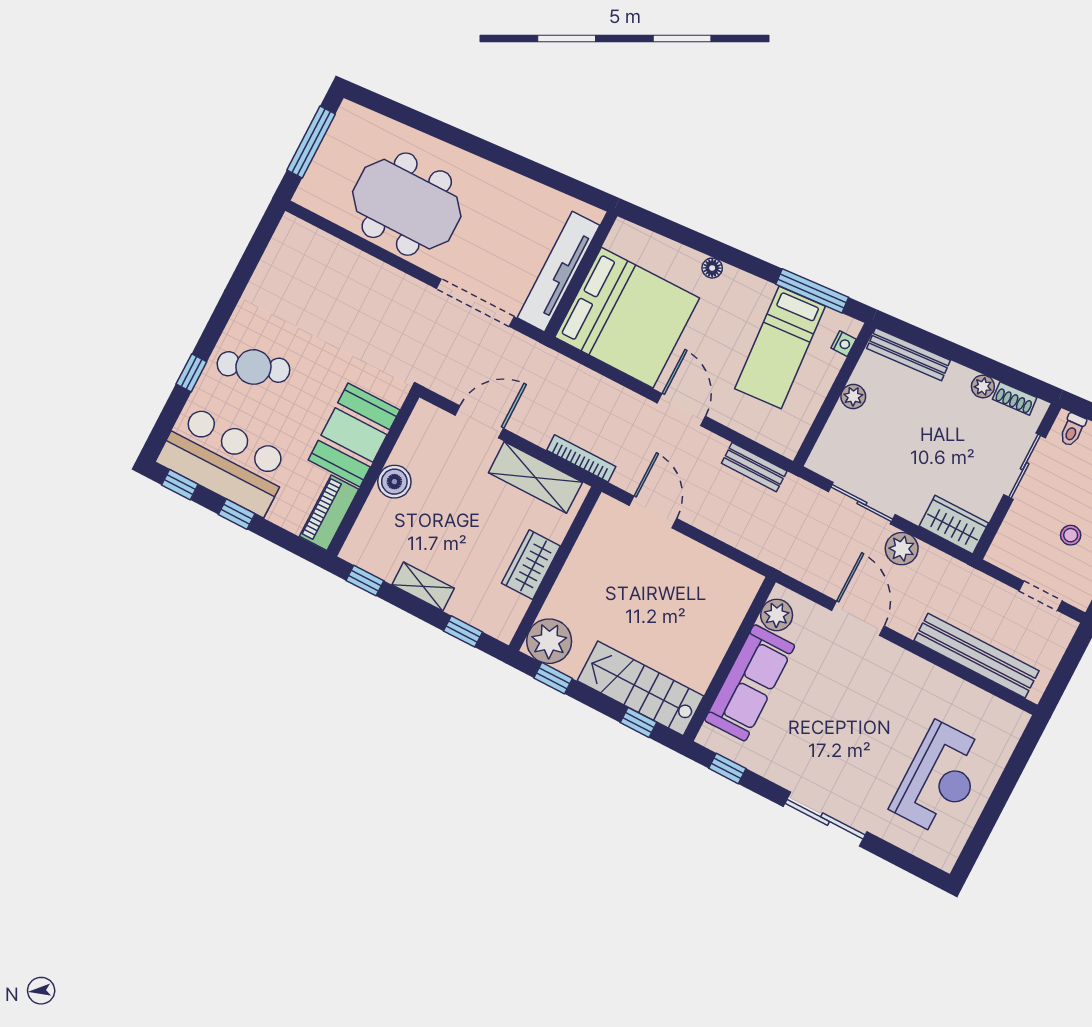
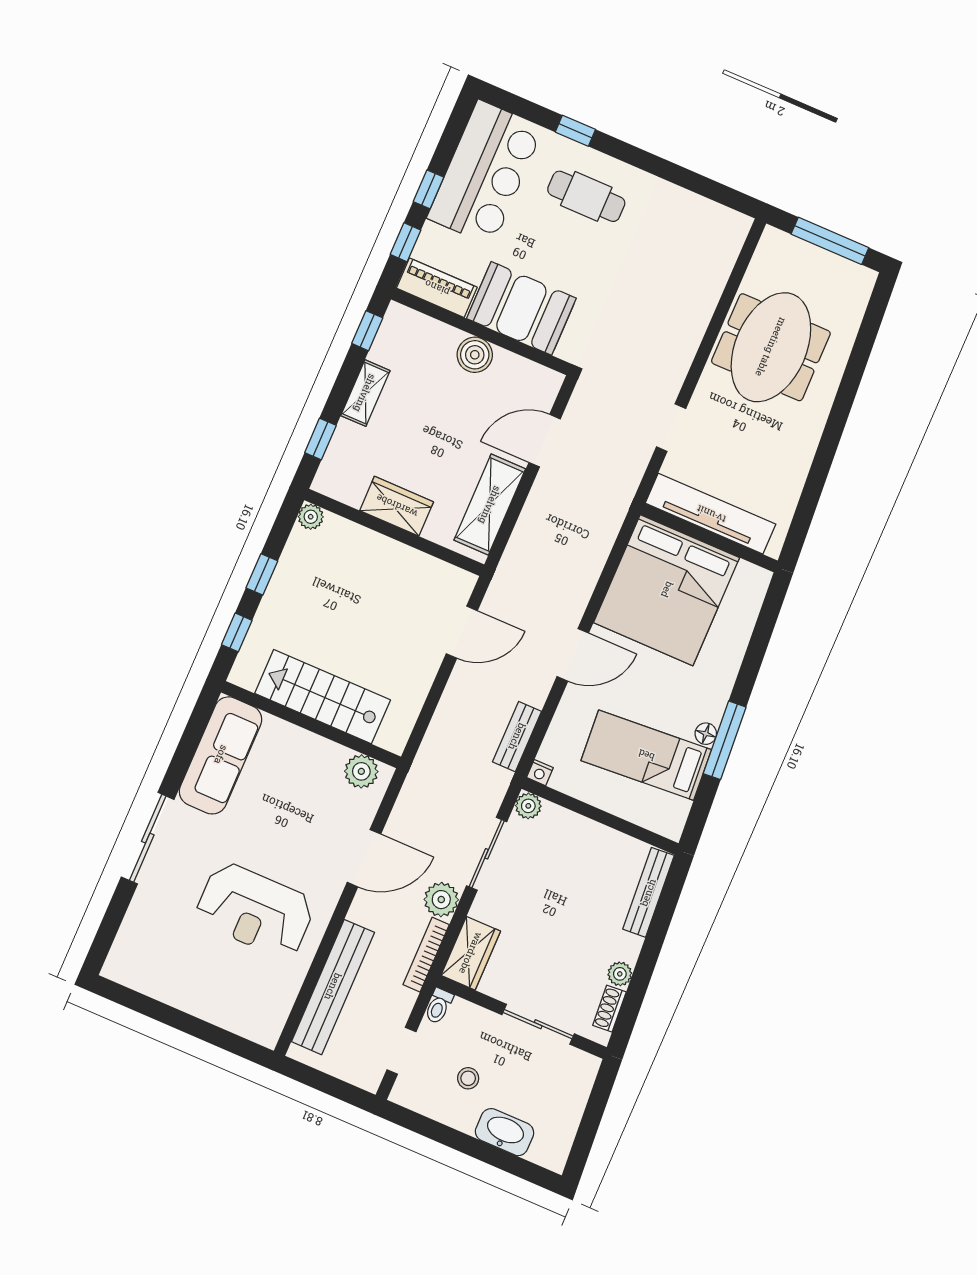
floor lamp: (712, 268) -> (706, 734), moved
window: (812, 291) -> (725, 740), moved
doorway: (475, 303) -> (671, 428), width x0.53
nightstand: (844, 344) -> (540, 773), moved
cafe table: (253, 367) -> (586, 196), turned -70
plant: (853, 396) -> (528, 806), moved
door: (479, 422) -> (545, 441), swing flipped
toilet: (1073, 430) -> (439, 1006), moved, turned -86
bookcase: (581, 458) -> (426, 955), moved, turned 180
window: (180, 485) -> (406, 242), moved
plant: (549, 641) -> (311, 517), width x0.53, depth x0.53
window: (553, 678) -> (262, 574), moved
sofa: (750, 683) -> (221, 755), moved, turned -90
stairs: (641, 688) -> (323, 697), moved, turned -90
window: (727, 768) -> (194, 730), removed
reception desk: (940, 779) -> (255, 910), moved

